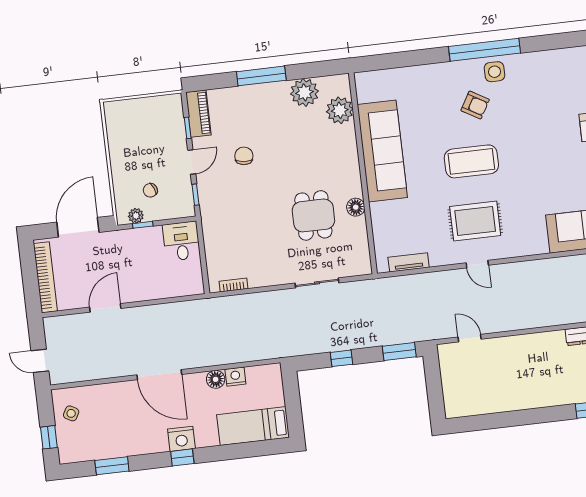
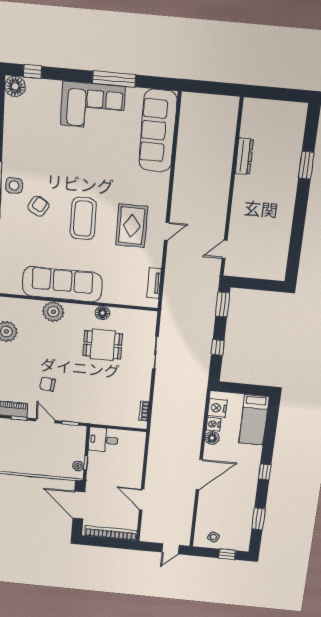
plant: (340, 110) -> (53, 312), moved
chair: (150, 190) -> (61, 453), removed
nightstand: (181, 439) -> (217, 408), moved, turned 180

